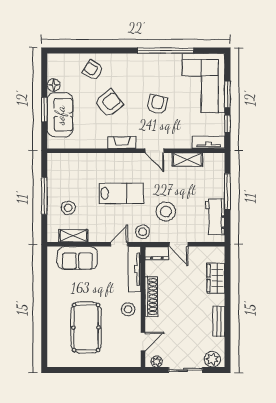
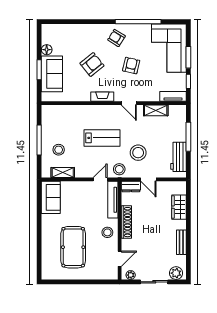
armchair: (93, 70) -> (116, 38), moved
sofa: (77, 258) -> (51, 197), moved, turned -90

